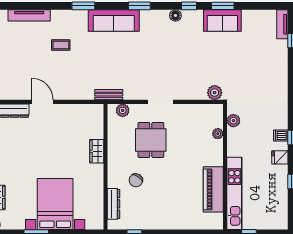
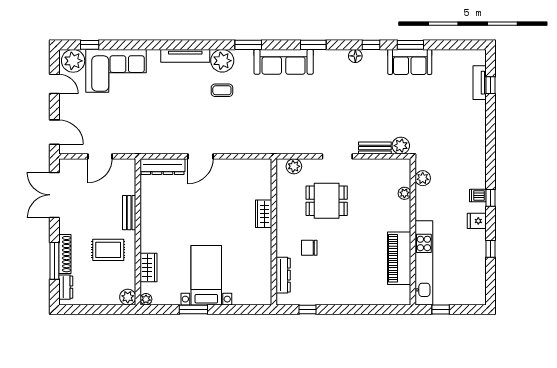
plant: (61, 20) -> (222, 61), added
tv unit: (282, 24) -> (480, 83), moved
bench: (109, 95) -> (375, 148), moved
door: (42, 102) -> (200, 156), swing flipped
dining table: (151, 140) -> (327, 201), turned 90
chair: (136, 180) -> (309, 248), turned 55
bed with nightstands: (55, 204) -> (206, 275), width x0.73

